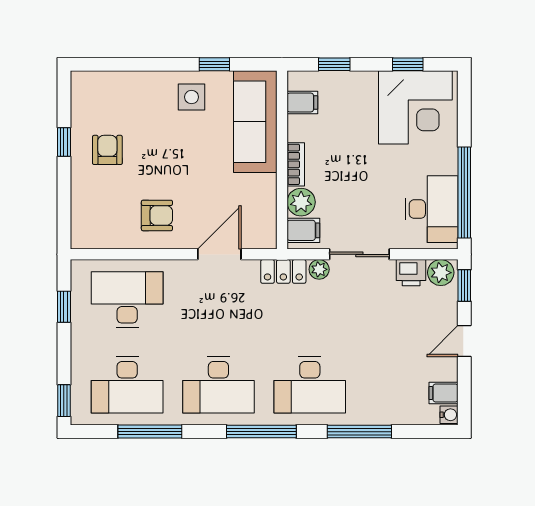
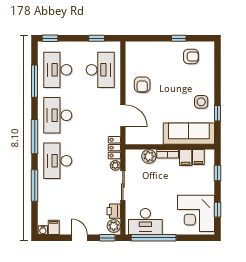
armchair: (107, 150) -> (191, 56), moved
filing cabinet: (303, 230) -> (186, 158), moved

